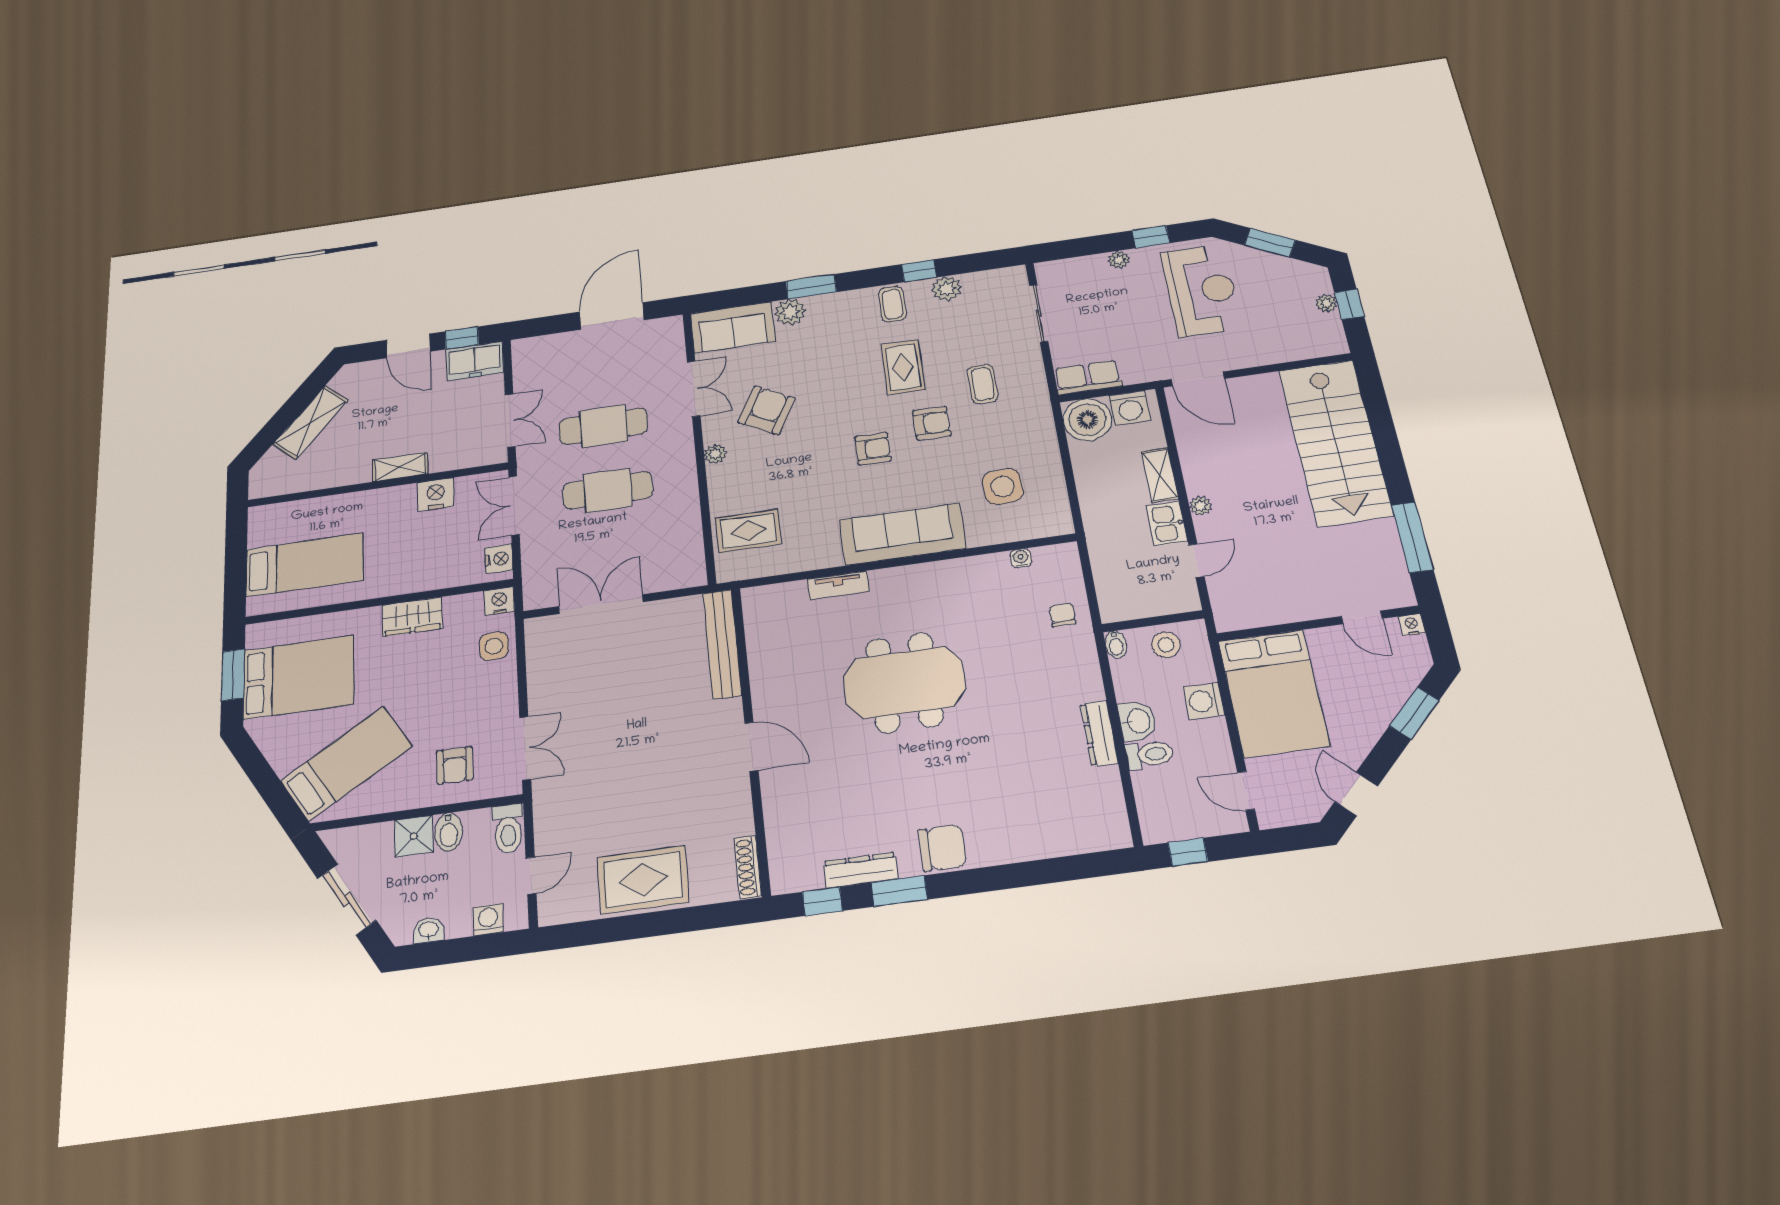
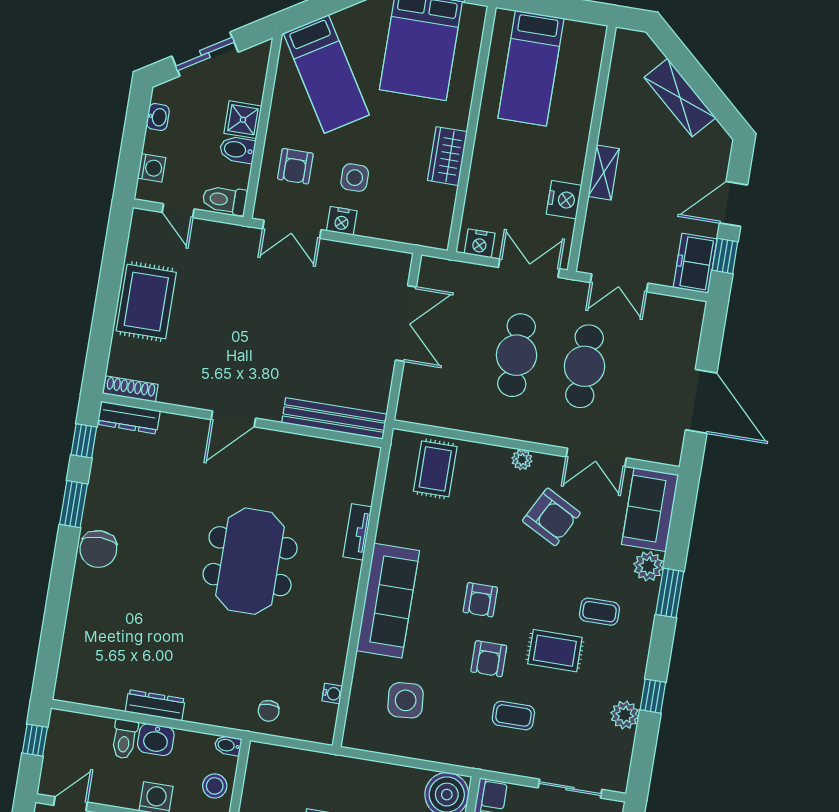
coffee table: (892, 304) -> (599, 612), moved
nightstand: (499, 601) -> (342, 221), moved, turned 90
chair: (1062, 615) -> (269, 711), turned 90
side table: (494, 646) -> (355, 178), moved
armchair: (455, 765) -> (295, 166), turned -90
dresser: (861, 870) -> (129, 418), moved, turned 90

